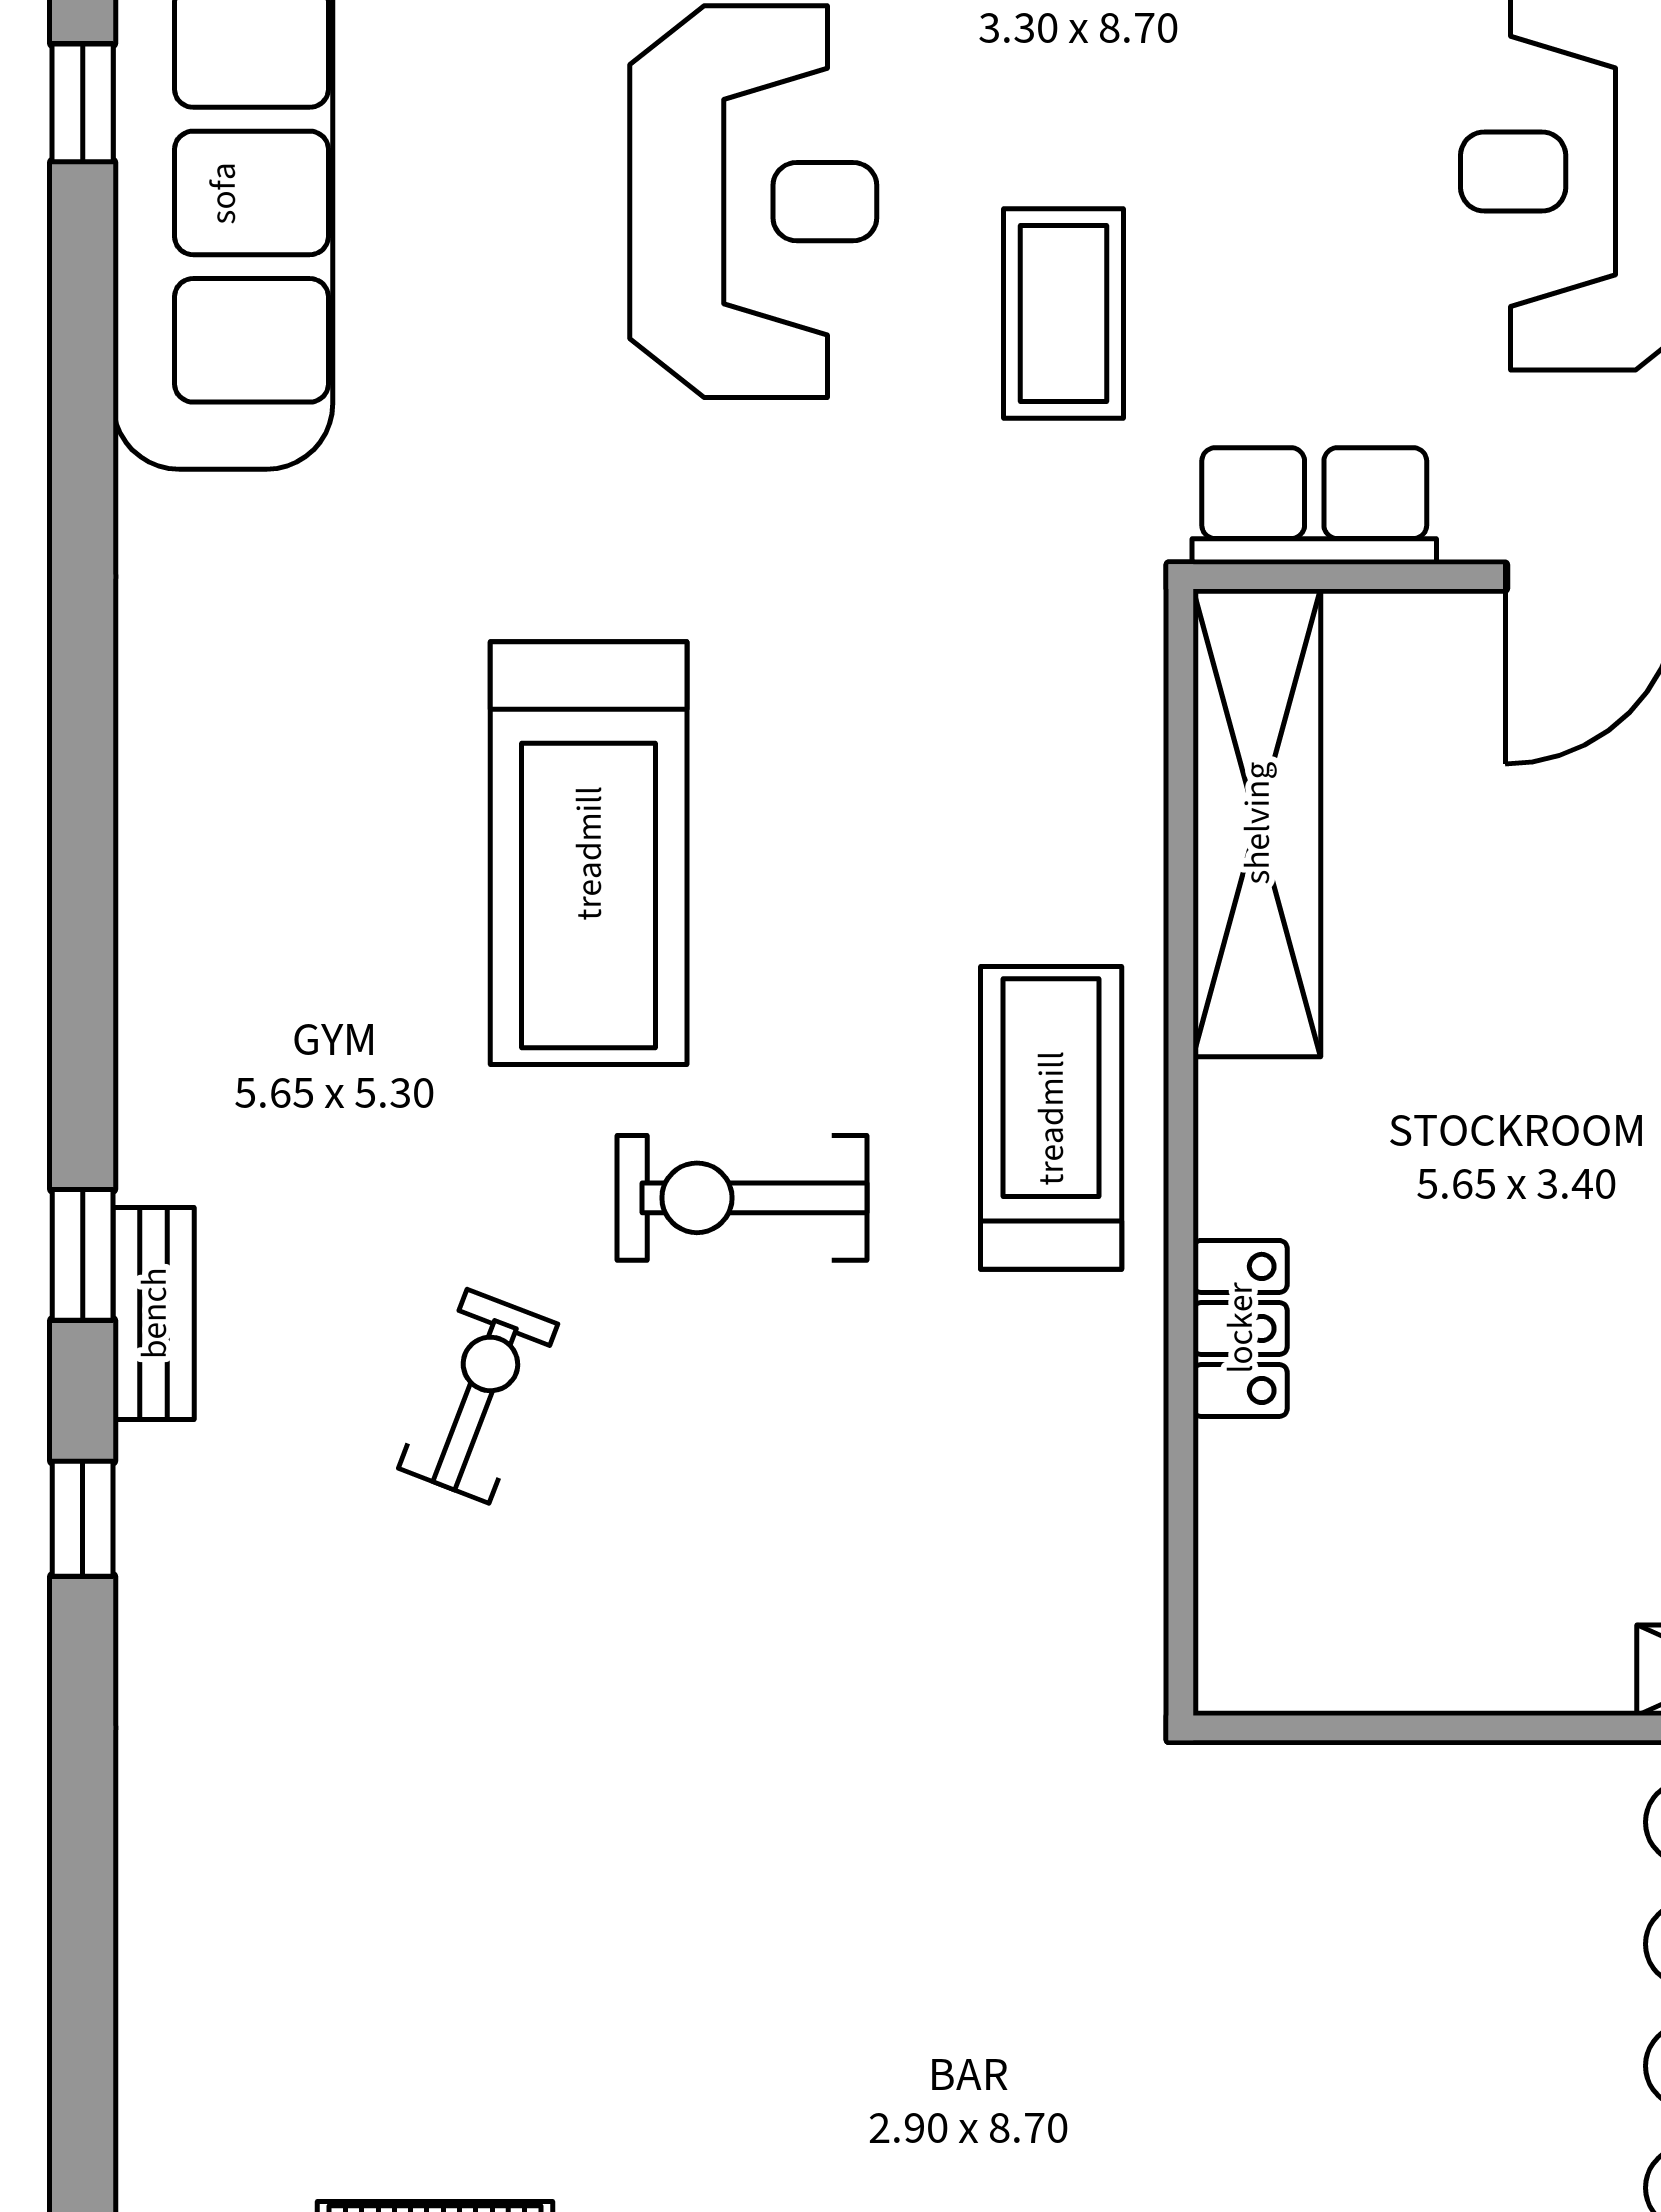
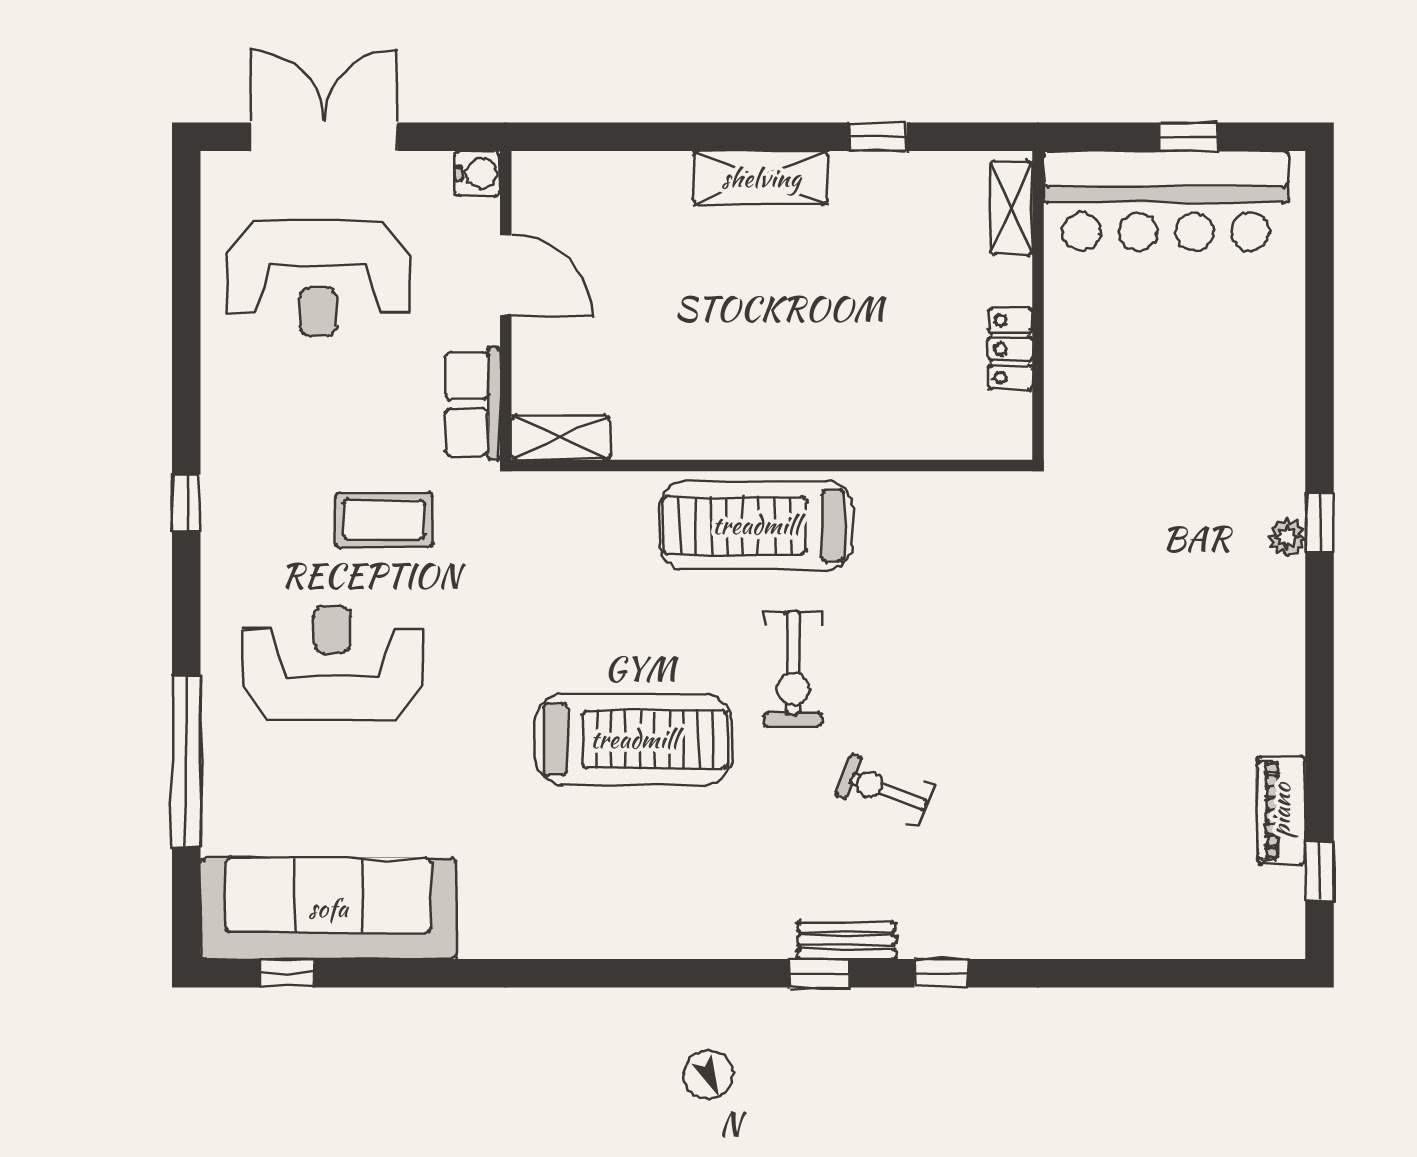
shelving: (1257, 823) -> (560, 438), width x0.45, depth x0.75
treadmill: (1051, 1118) -> (756, 525), width x1.37, depth x1.38
locker: (1240, 1328) -> (1011, 349), moved, turned -90

